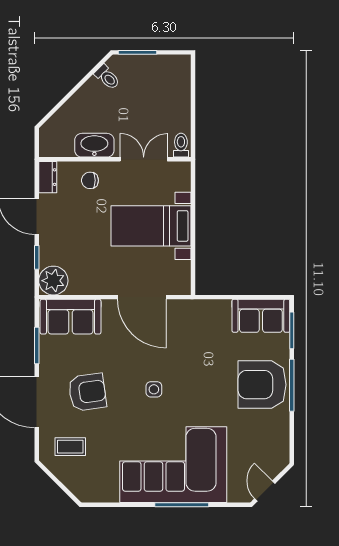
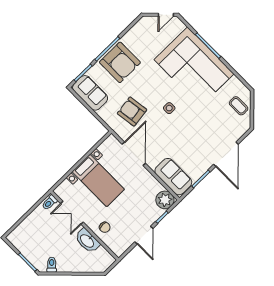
dresser: (48, 177) -> (122, 247), removed
armchair: (87, 392) -> (132, 112), moved
coffee table: (70, 447) -> (239, 106), moved

